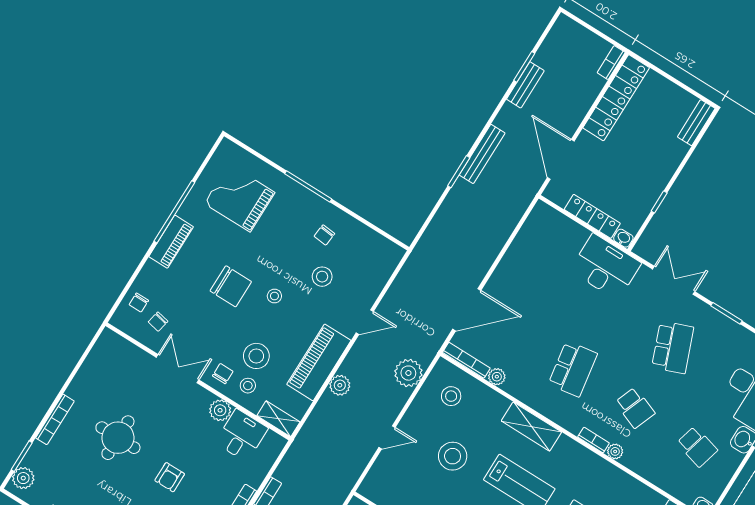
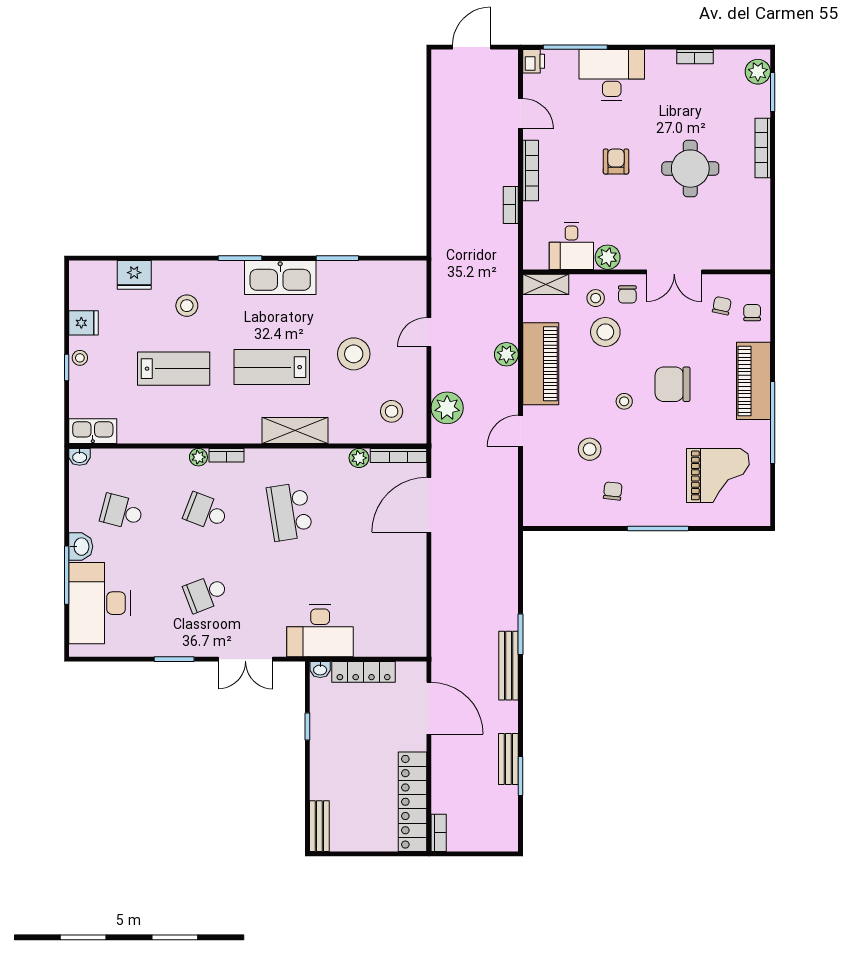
piano: (171, 242) -> (754, 381), width x1.37, depth x1.33
school desk: (673, 347) -> (206, 593), width x0.54

